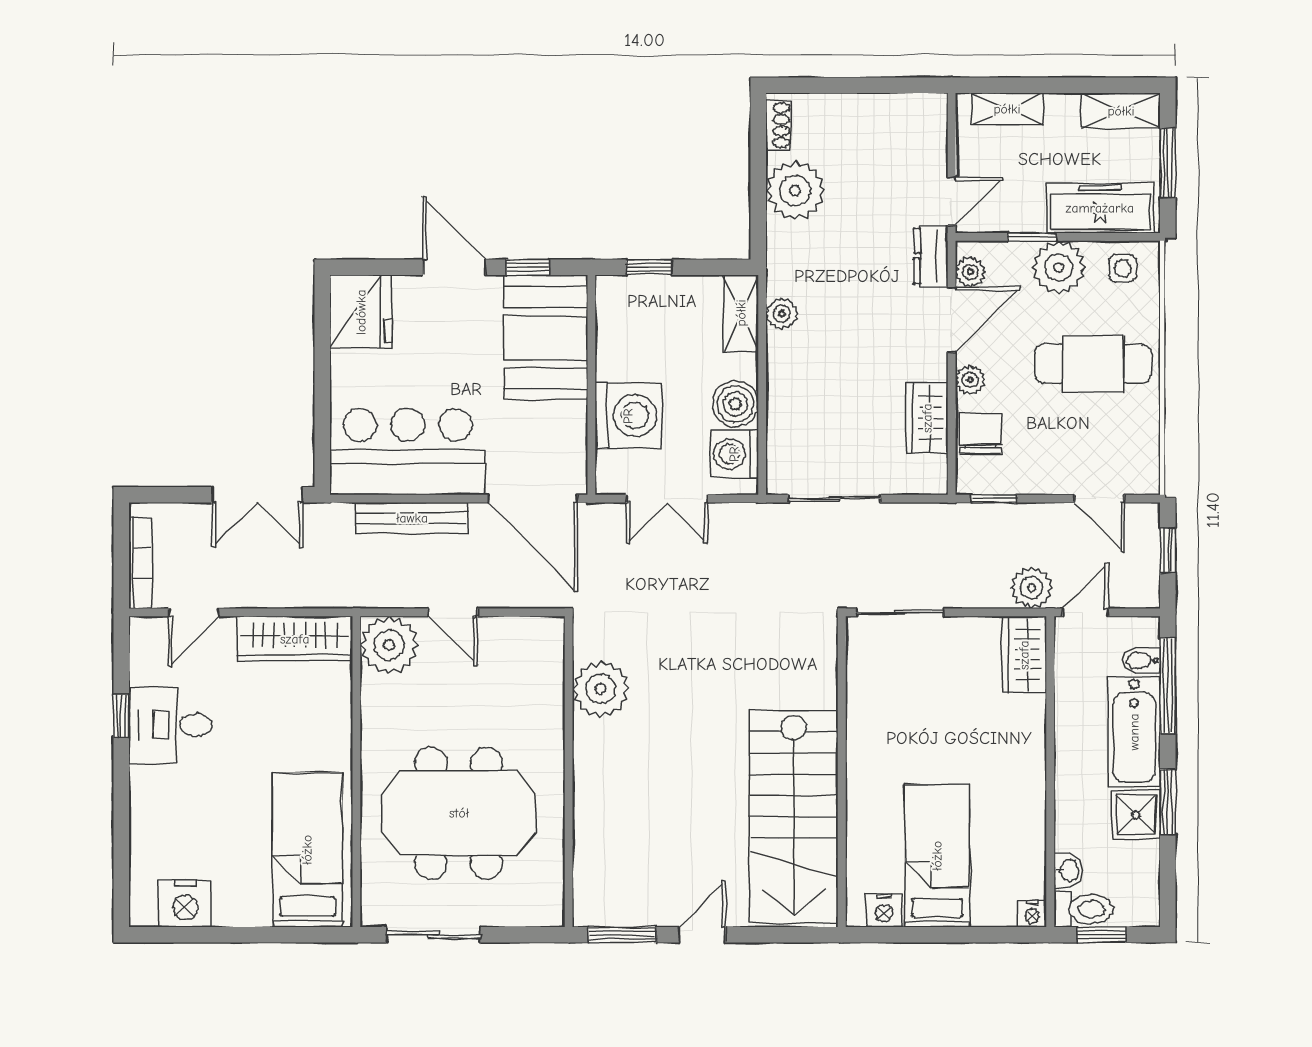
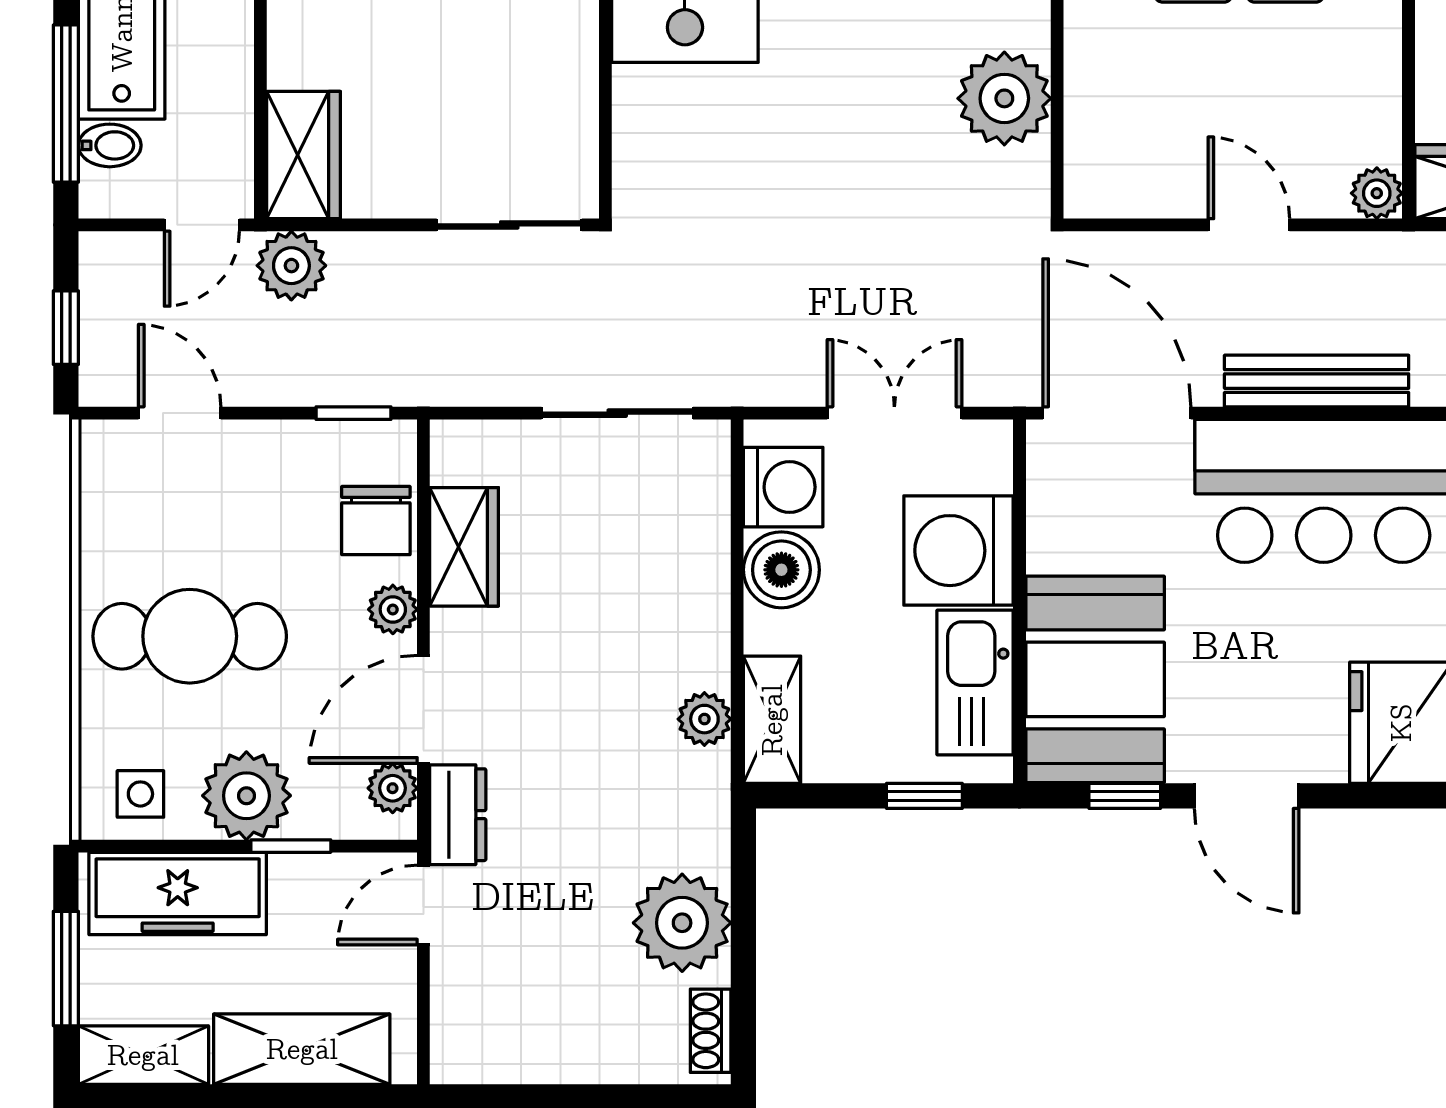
shelving: (1007, 109) -> (302, 1049), width x1.50, depth x1.33
kitchen sink: (618, 336) -> (975, 683), added
plant: (389, 645) -> (1377, 193), width x0.53, depth x0.53

